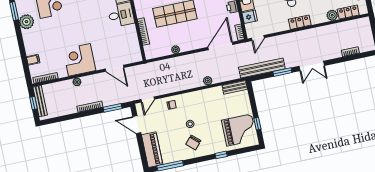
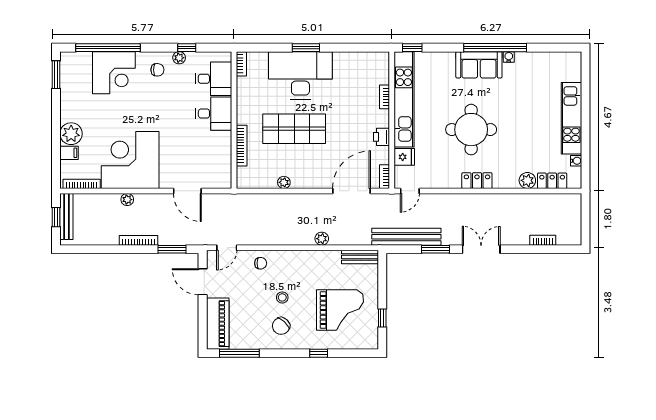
plant: (26, 22) -> (71, 134), moved
corner desk: (79, 60) -> (130, 160), width x1.36, depth x1.36
double door: (312, 66) -> (481, 249), swing flipped
grand piano: (239, 130) -> (340, 310), moved

